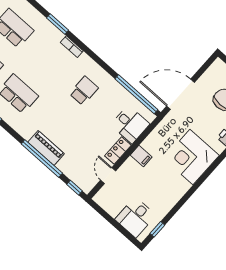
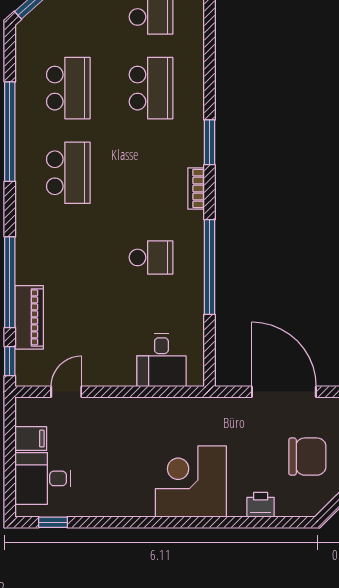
window: (136, 94) -> (210, 267), moved
door: (181, 94) -> (284, 392), moved
piano: (46, 148) -> (29, 317), moved
locker: (118, 151) -> (112, 375), removed
filing cabinet: (141, 156) -> (31, 439), moved, turned -90

